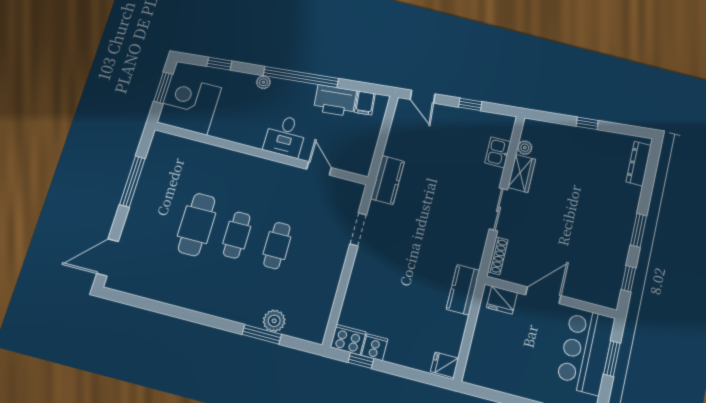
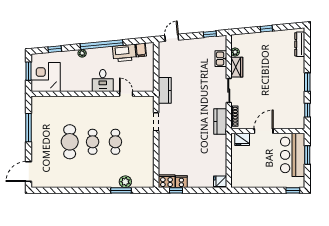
door: (423, 97) -> (172, 38), swing flipped
window: (470, 104) -> (210, 34), moved
kitchen counter: (463, 290) -> (220, 121), moved

